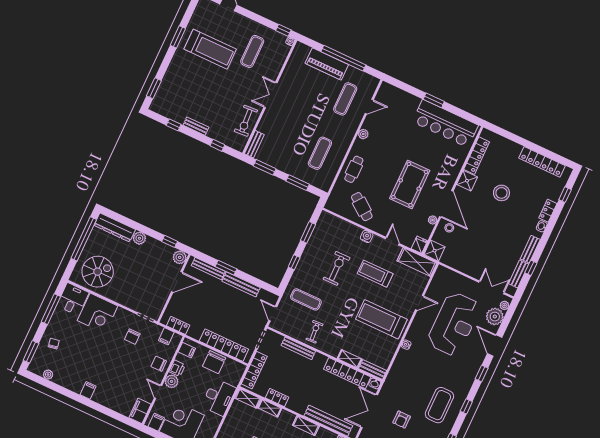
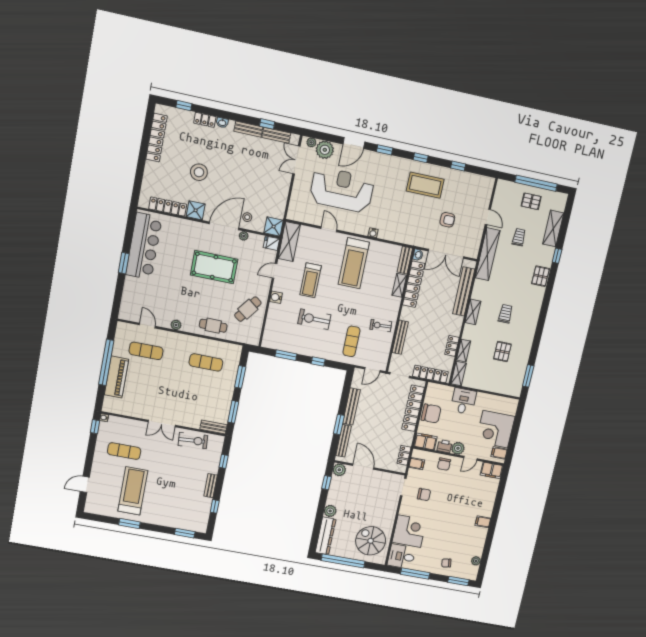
filing cabinet: (187, 350) -> (425, 442), width x2.00
desk: (219, 397) -> (463, 401), width x0.73

